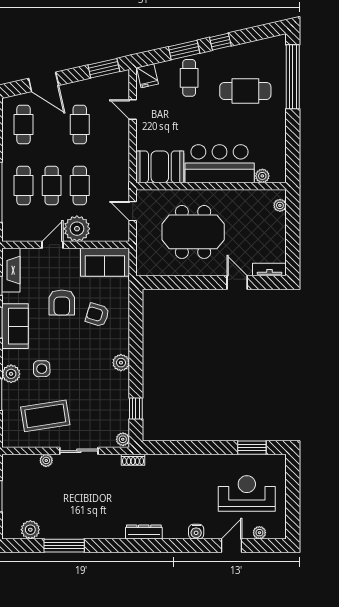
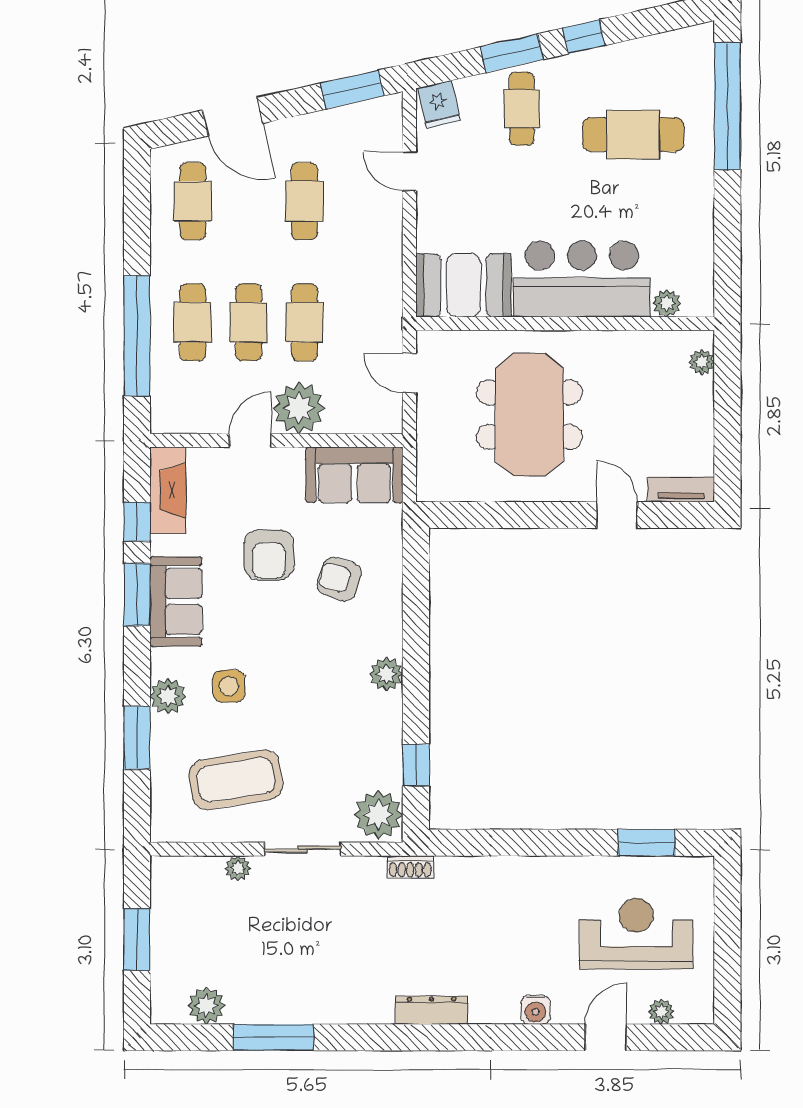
meeting table: (193, 232) -> (529, 415), turned 90
plant: (123, 439) -> (378, 815), width x1.88, depth x1.88

